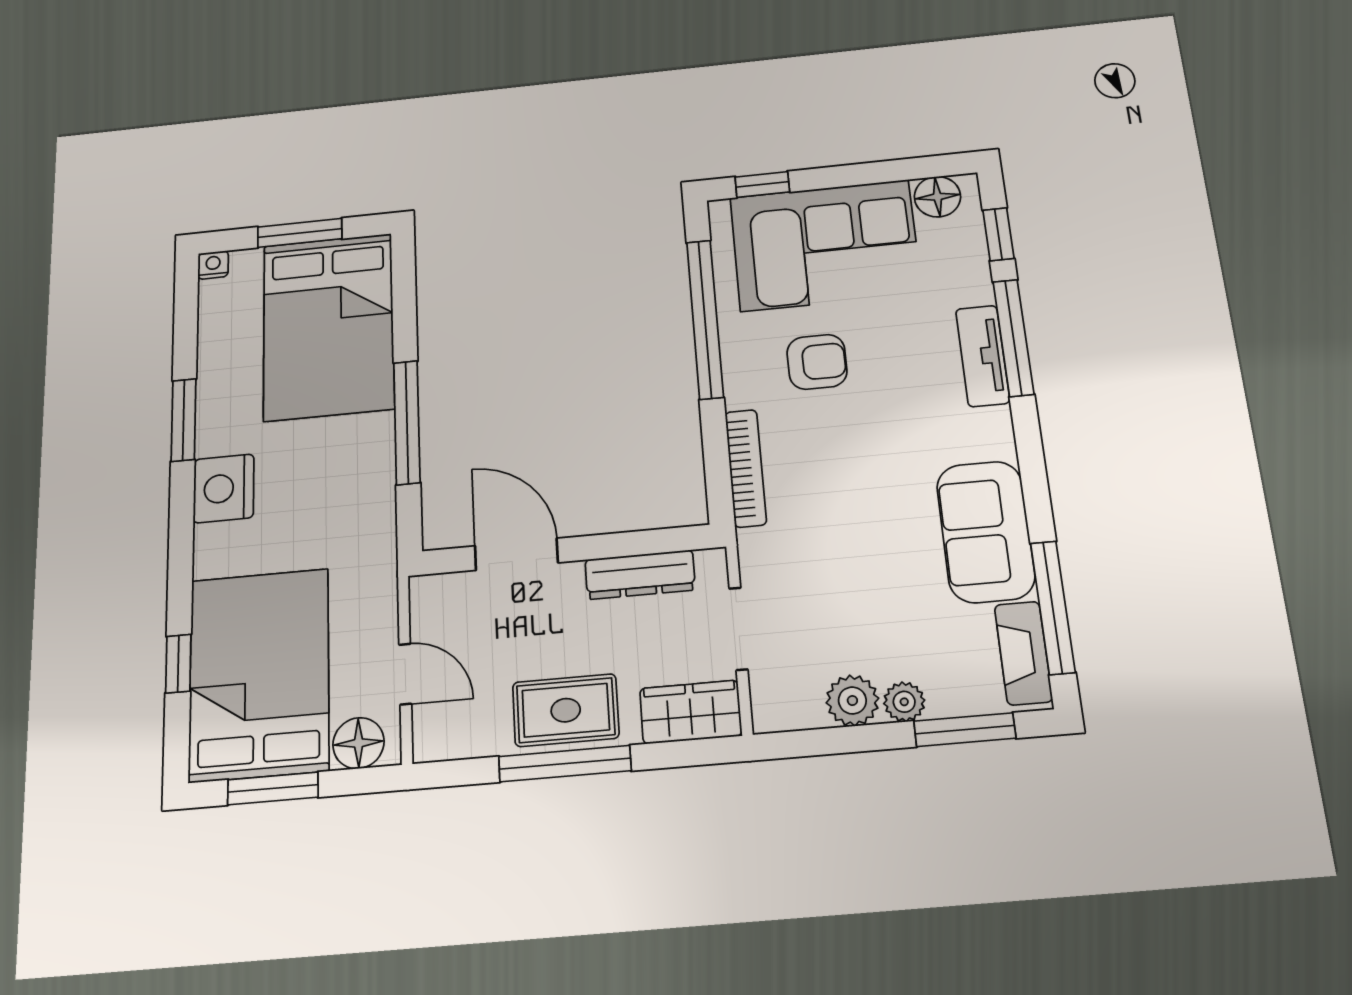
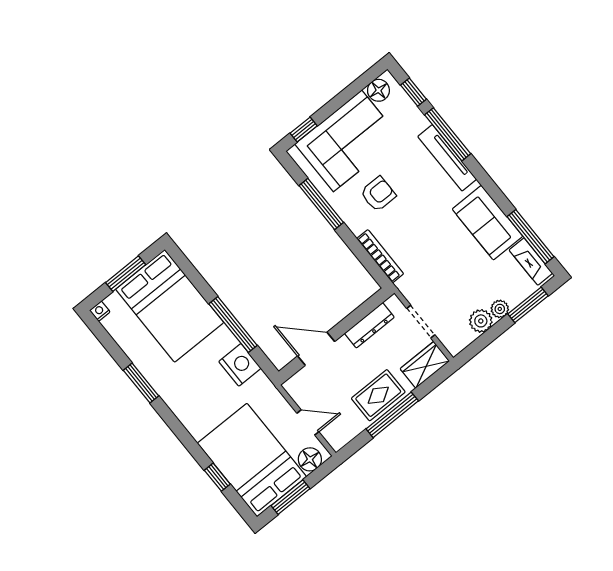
window: (705, 319) -> (321, 204), width x0.68
tv unit: (983, 356) -> (447, 158), width x1.41
nightstand: (224, 488) -> (240, 365), moved, turned 180

